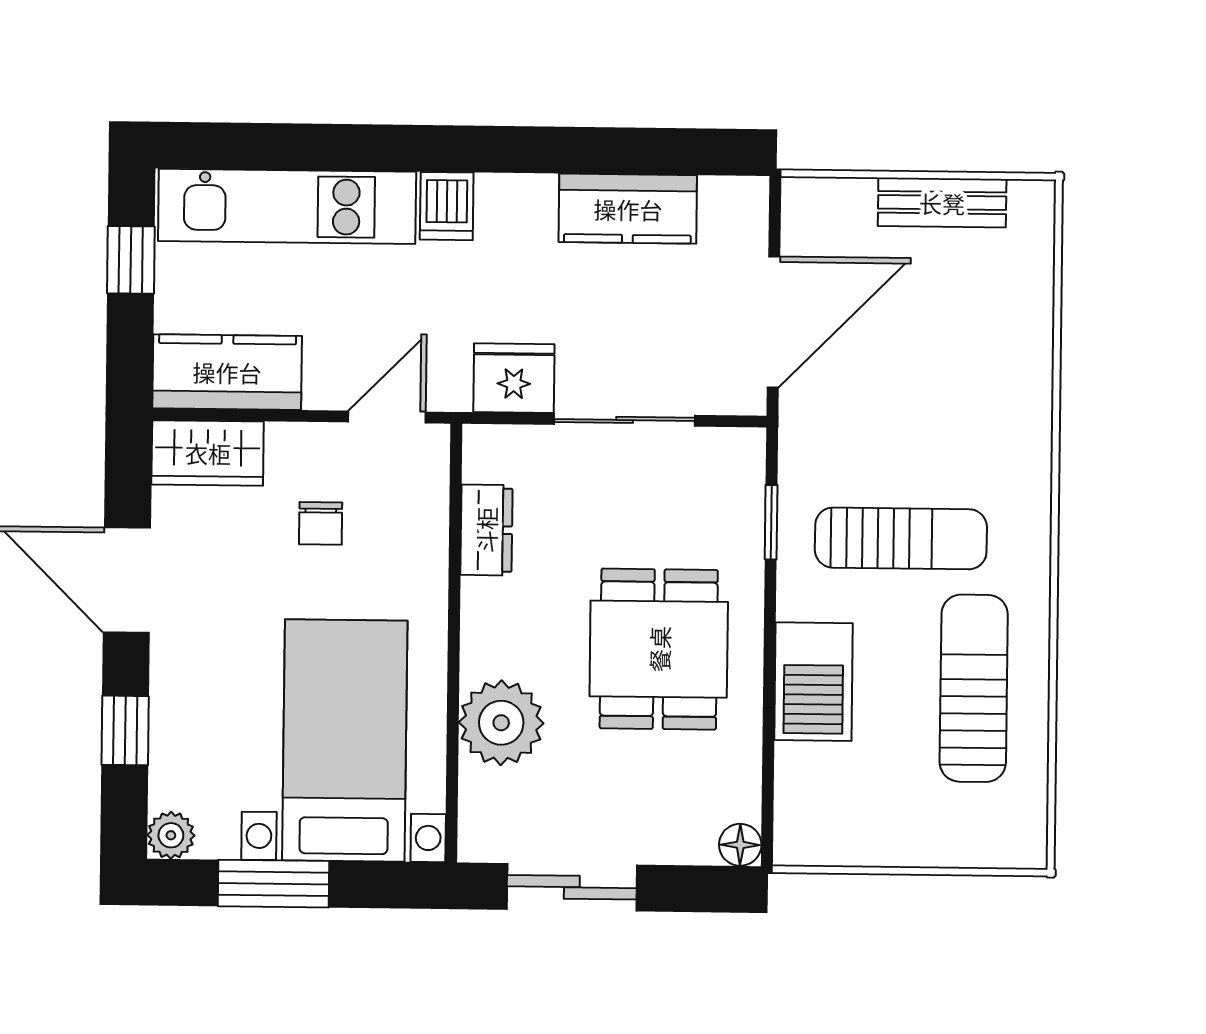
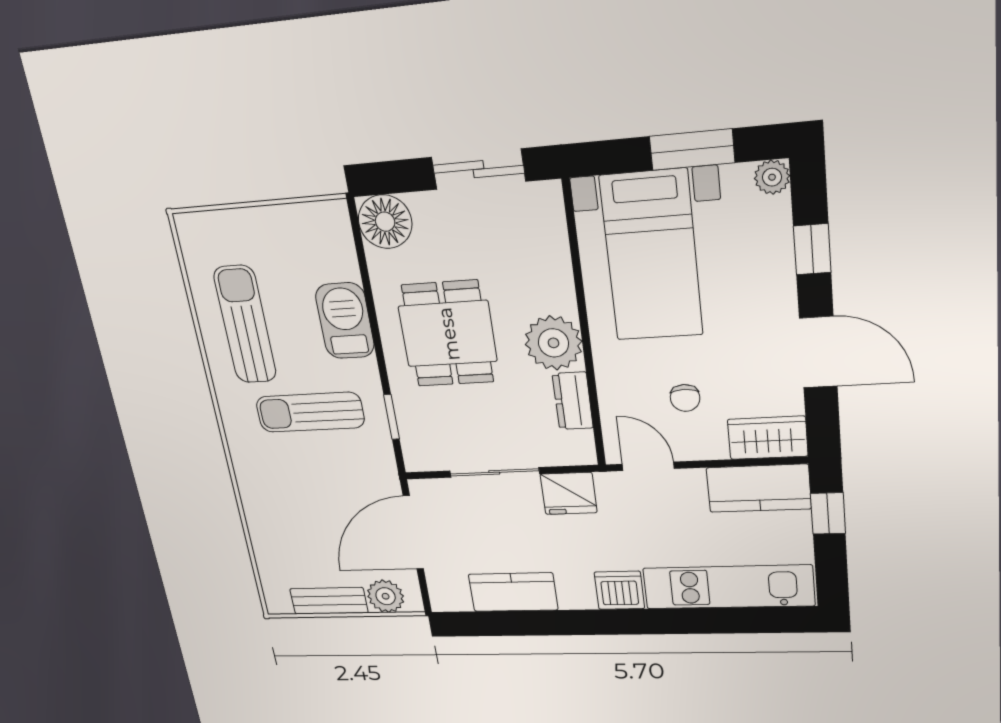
dishwasher: (447, 206) -> (619, 590), width x1.38
plant: (842, 208) -> (386, 596), added
window: (131, 260) -> (828, 513), moved
door: (387, 417) -> (648, 466), swing flipped
chair: (321, 523) -> (685, 398), turned 180
sun lounger: (974, 688) -> (245, 325), turned 180
plant: (501, 723) -> (553, 343), moved
floor lamp: (740, 845) -> (385, 222), width x1.89, depth x1.89

